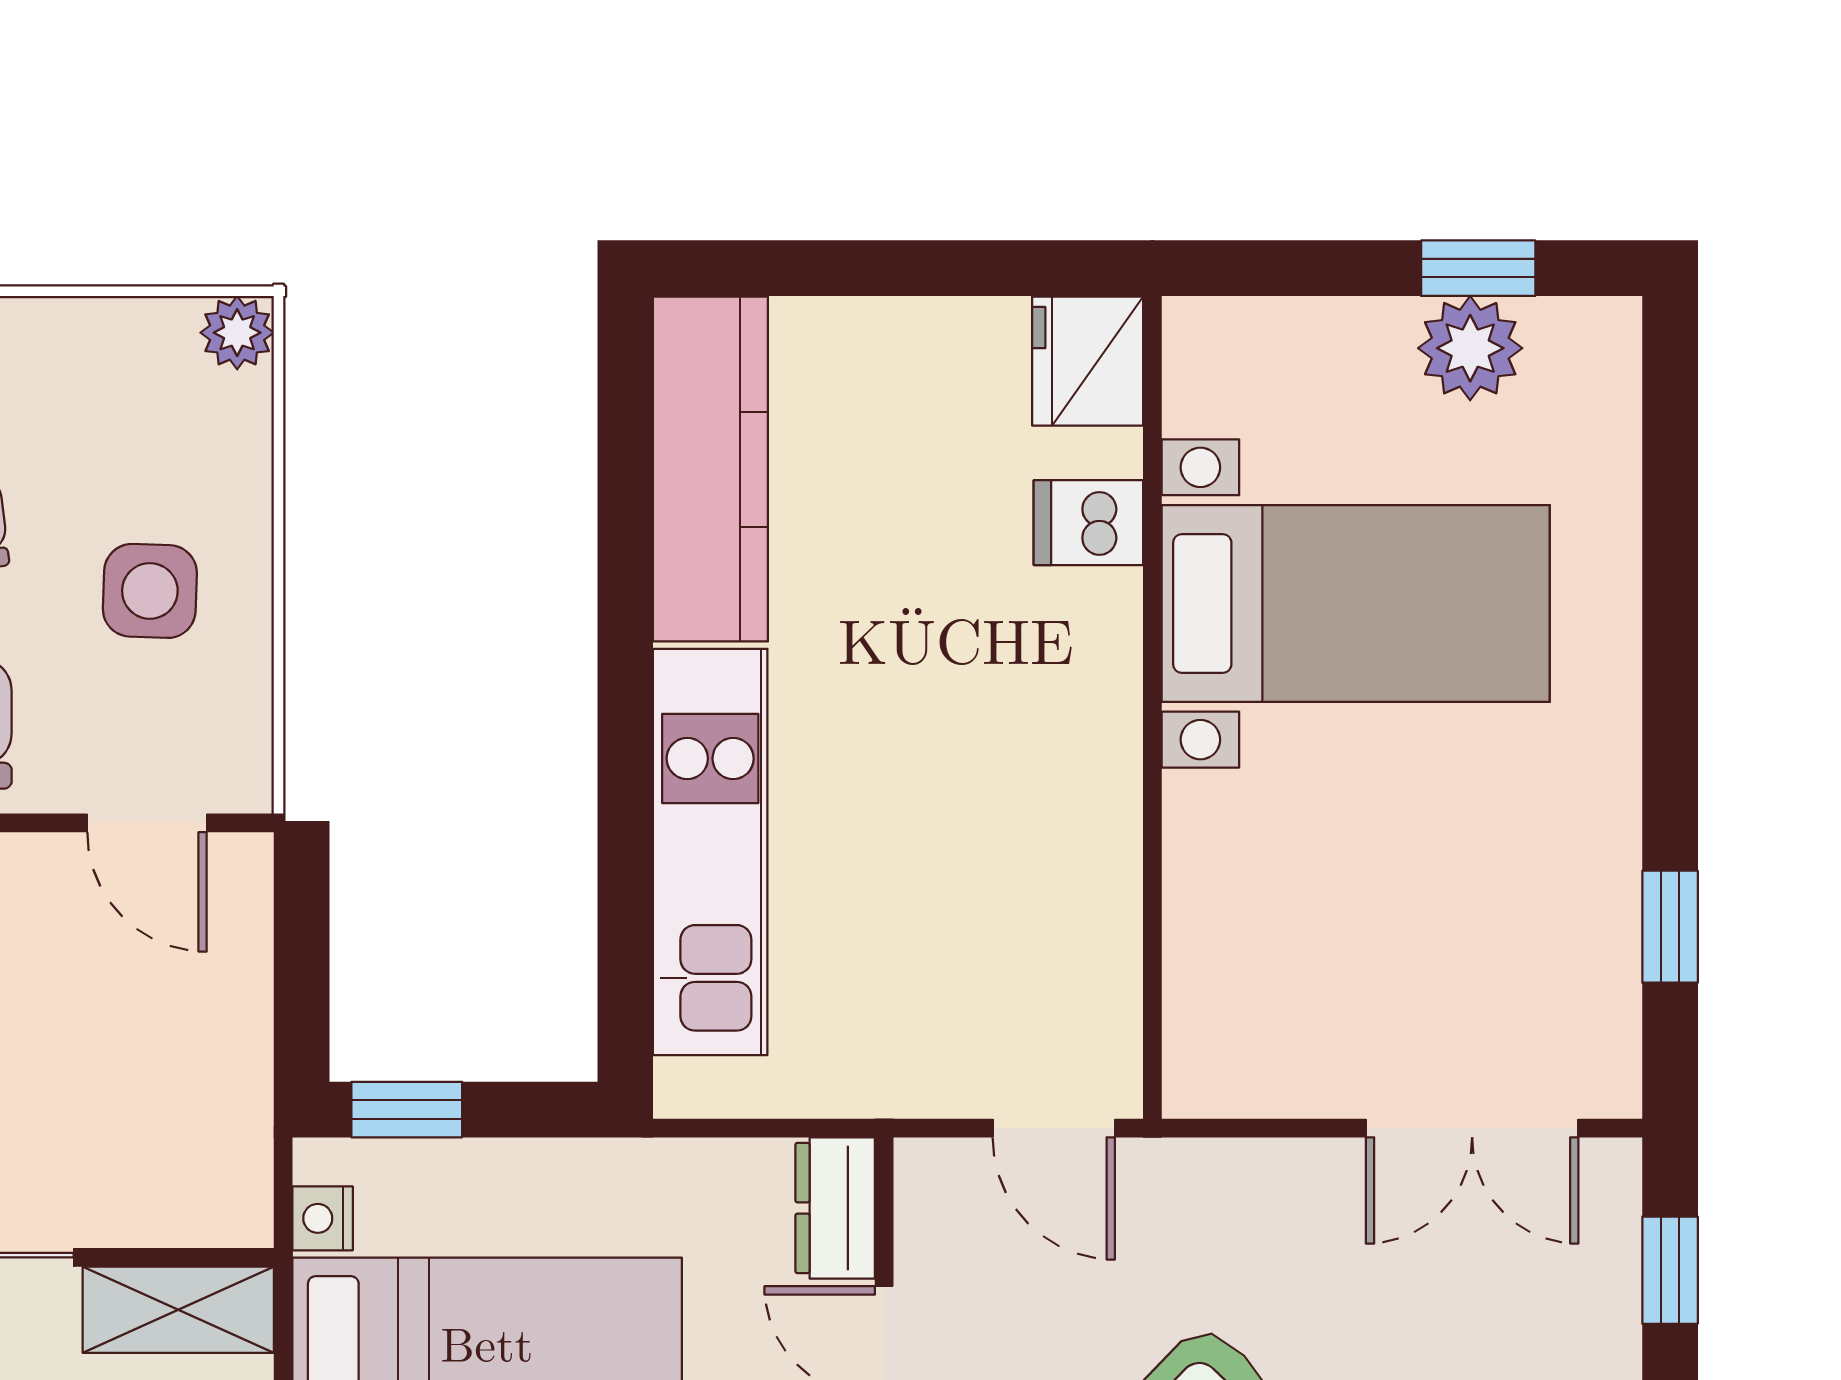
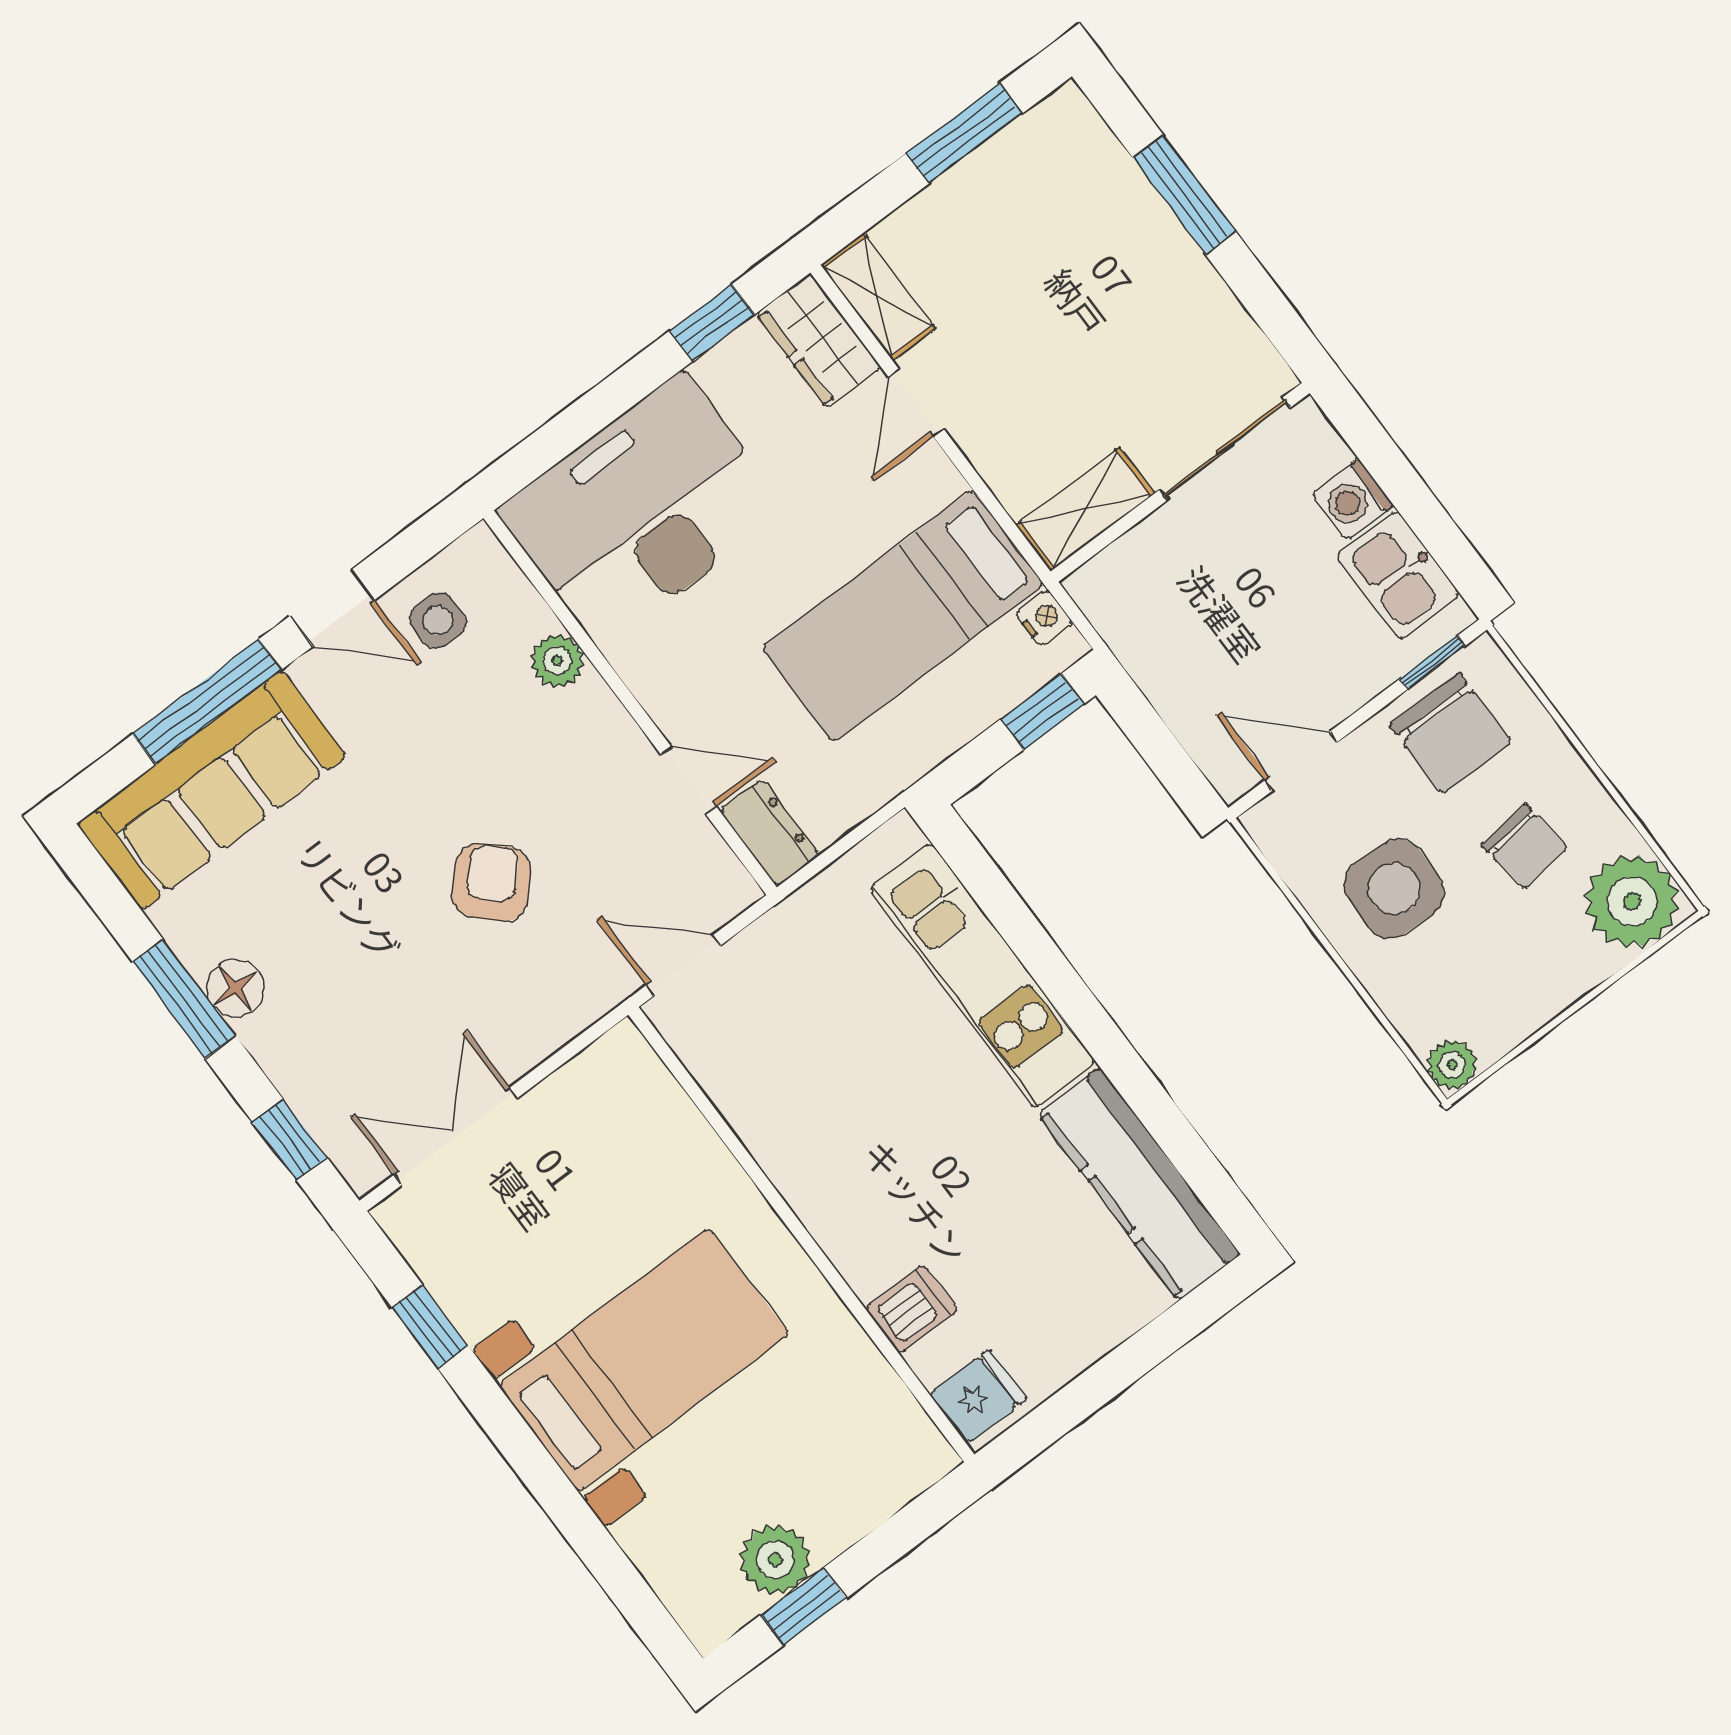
fridge: (1088, 361) -> (978, 1396), width x0.72
side table: (150, 591) -> (1394, 889), width x1.37, depth x1.37
bed with nightstands: (1356, 603) -> (644, 1360), moved, turned 180

